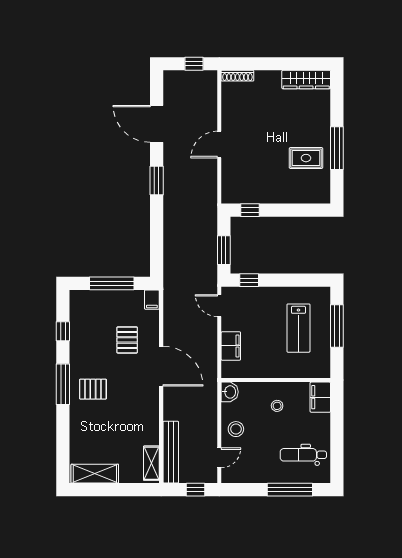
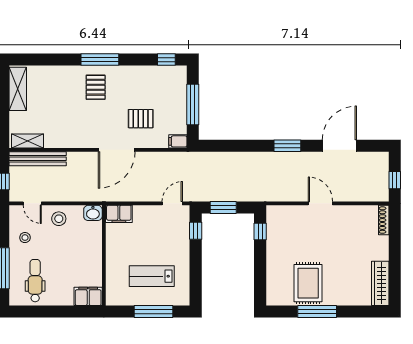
rug: (306, 158) -> (308, 283), width x1.36, depth x1.43
window: (63, 331) -> (166, 60), moved
filing cabinet: (231, 346) -> (119, 214), moved
stool: (277, 406) -> (25, 238), moved

